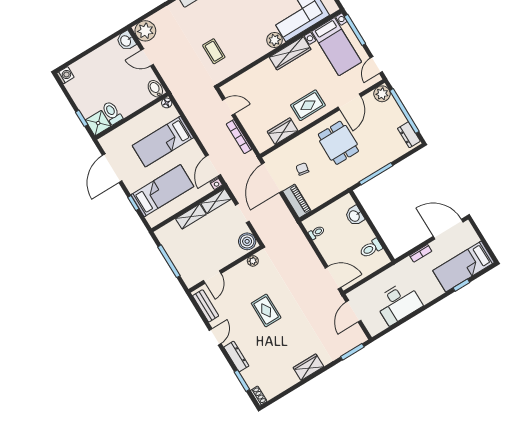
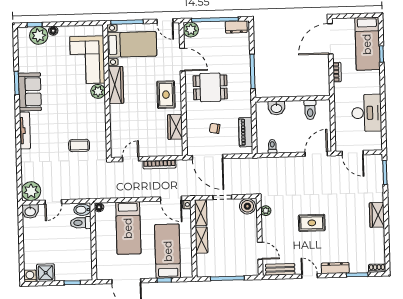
toilet: (112, 113) -> (81, 223), moved
shower: (98, 123) -> (46, 273), moved
piano: (297, 201) -> (246, 132), moved, turned -90

